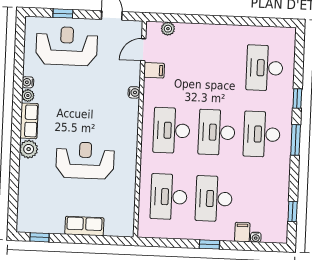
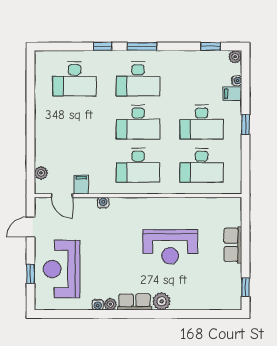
reception desk: (85, 160) -> (170, 247), turned -90
plant: (281, 237) -> (235, 57), added

